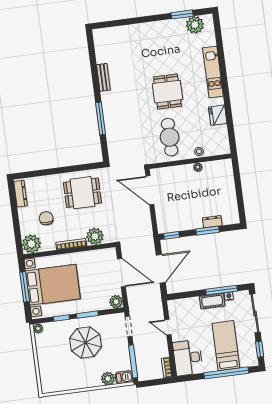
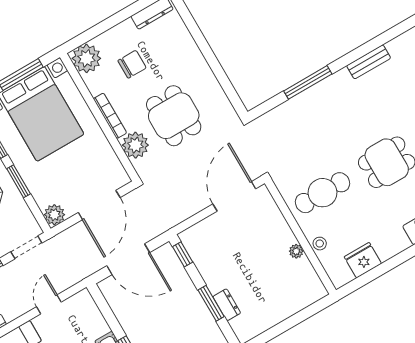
fridge: (218, 115) -> (363, 260), moved
dining table: (82, 193) -> (174, 116), moved

